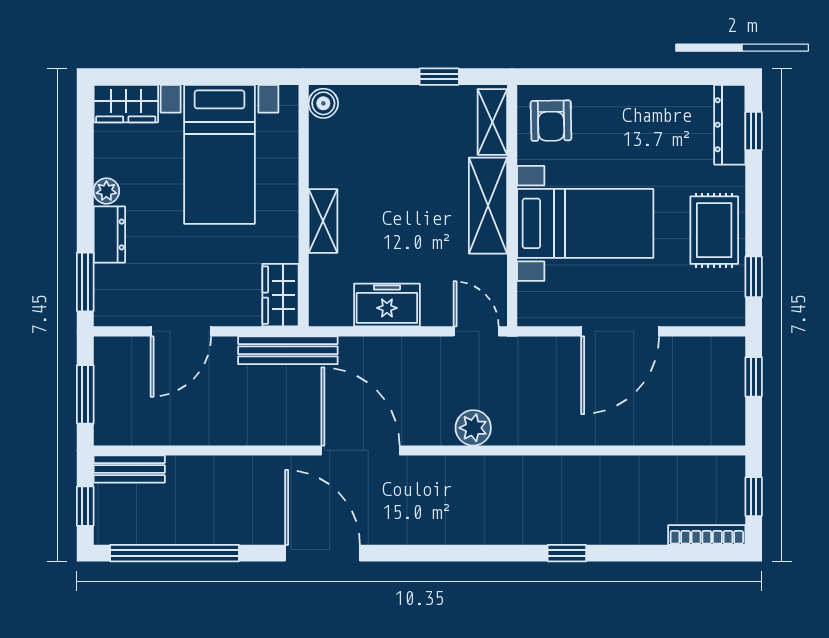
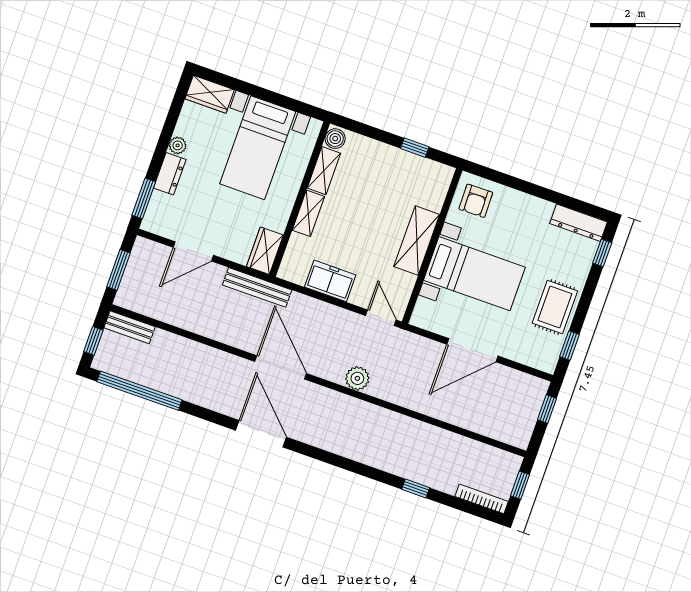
shelving: (492, 122) -> (324, 171), moved
dresser: (730, 125) -> (579, 223), moved, turned -90
door: (323, 553) -> (261, 434), moved
window: (567, 553) -> (416, 489), moved

